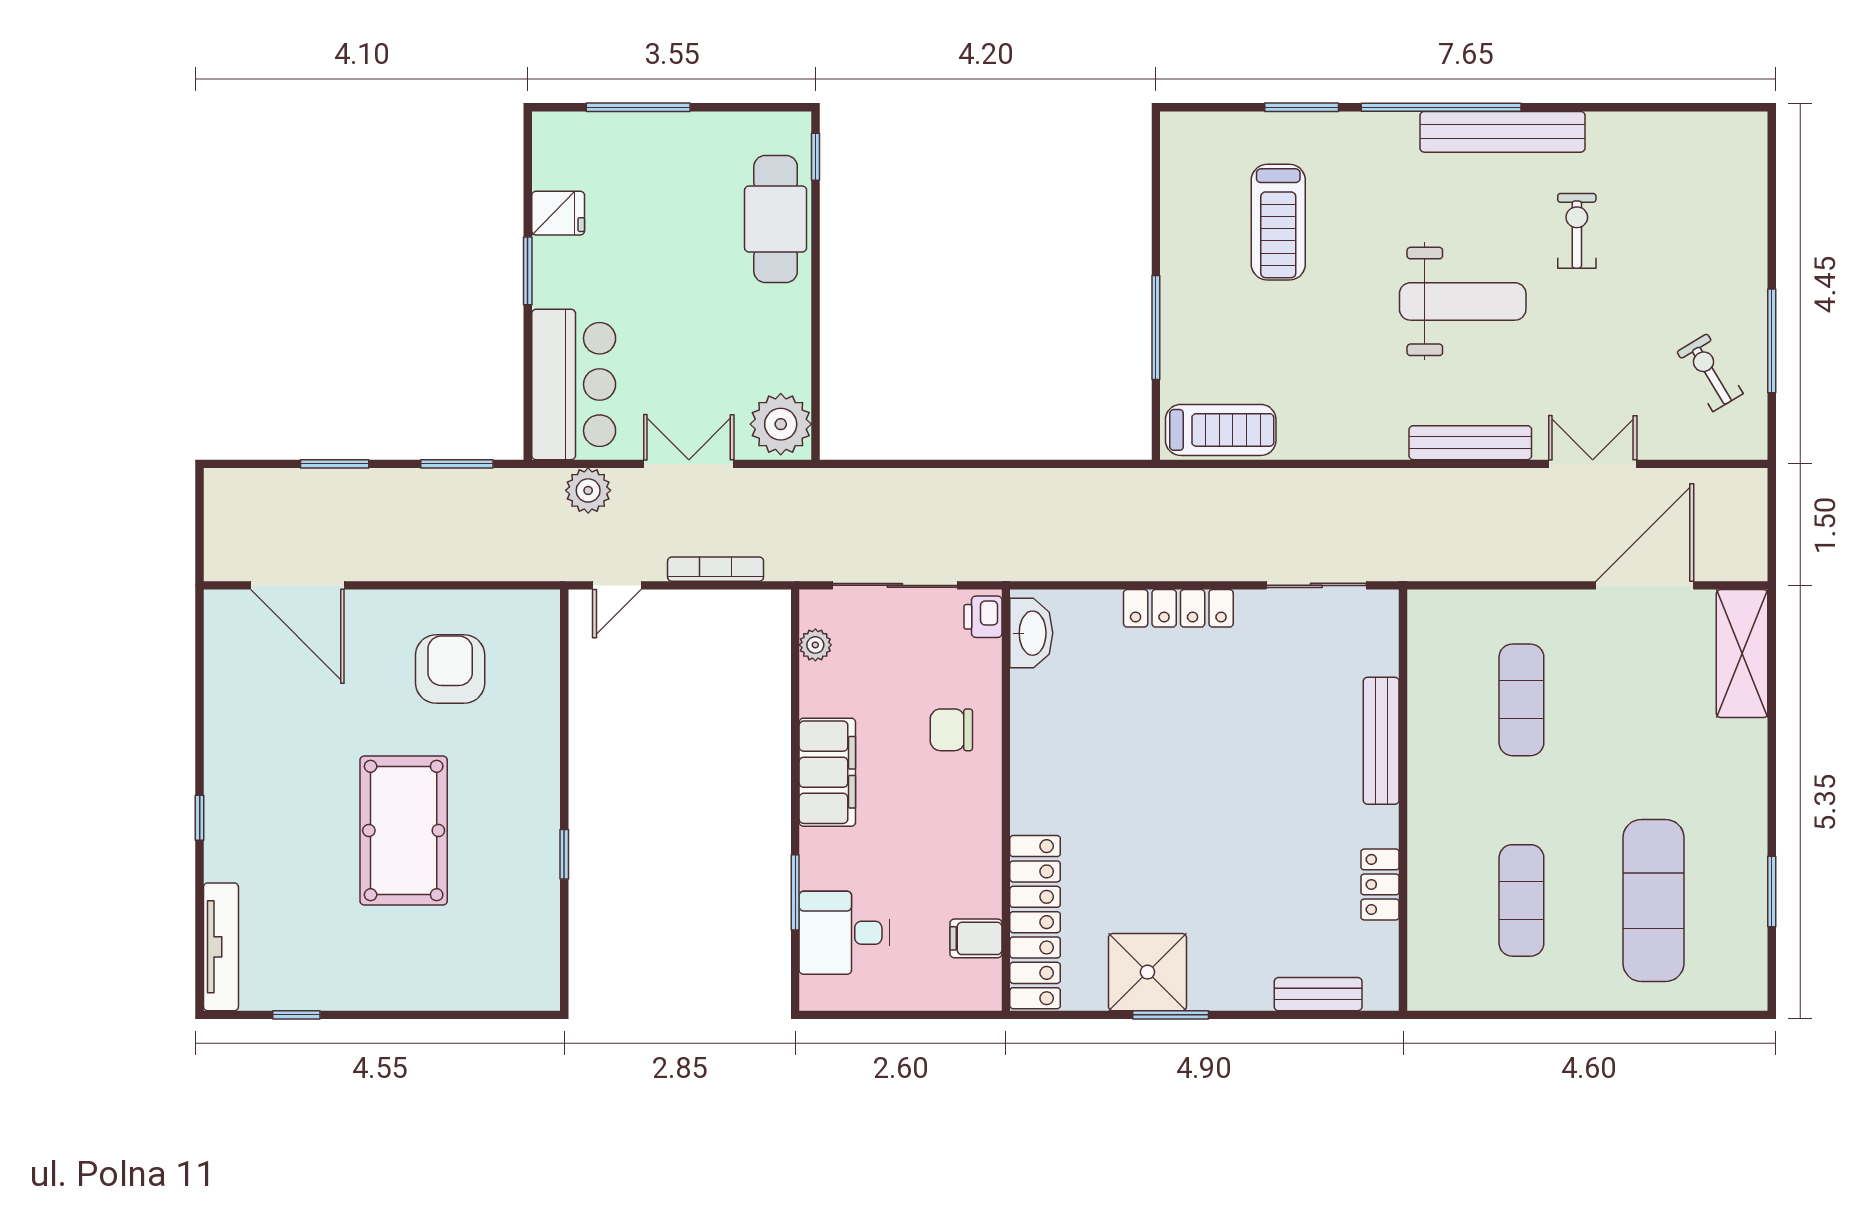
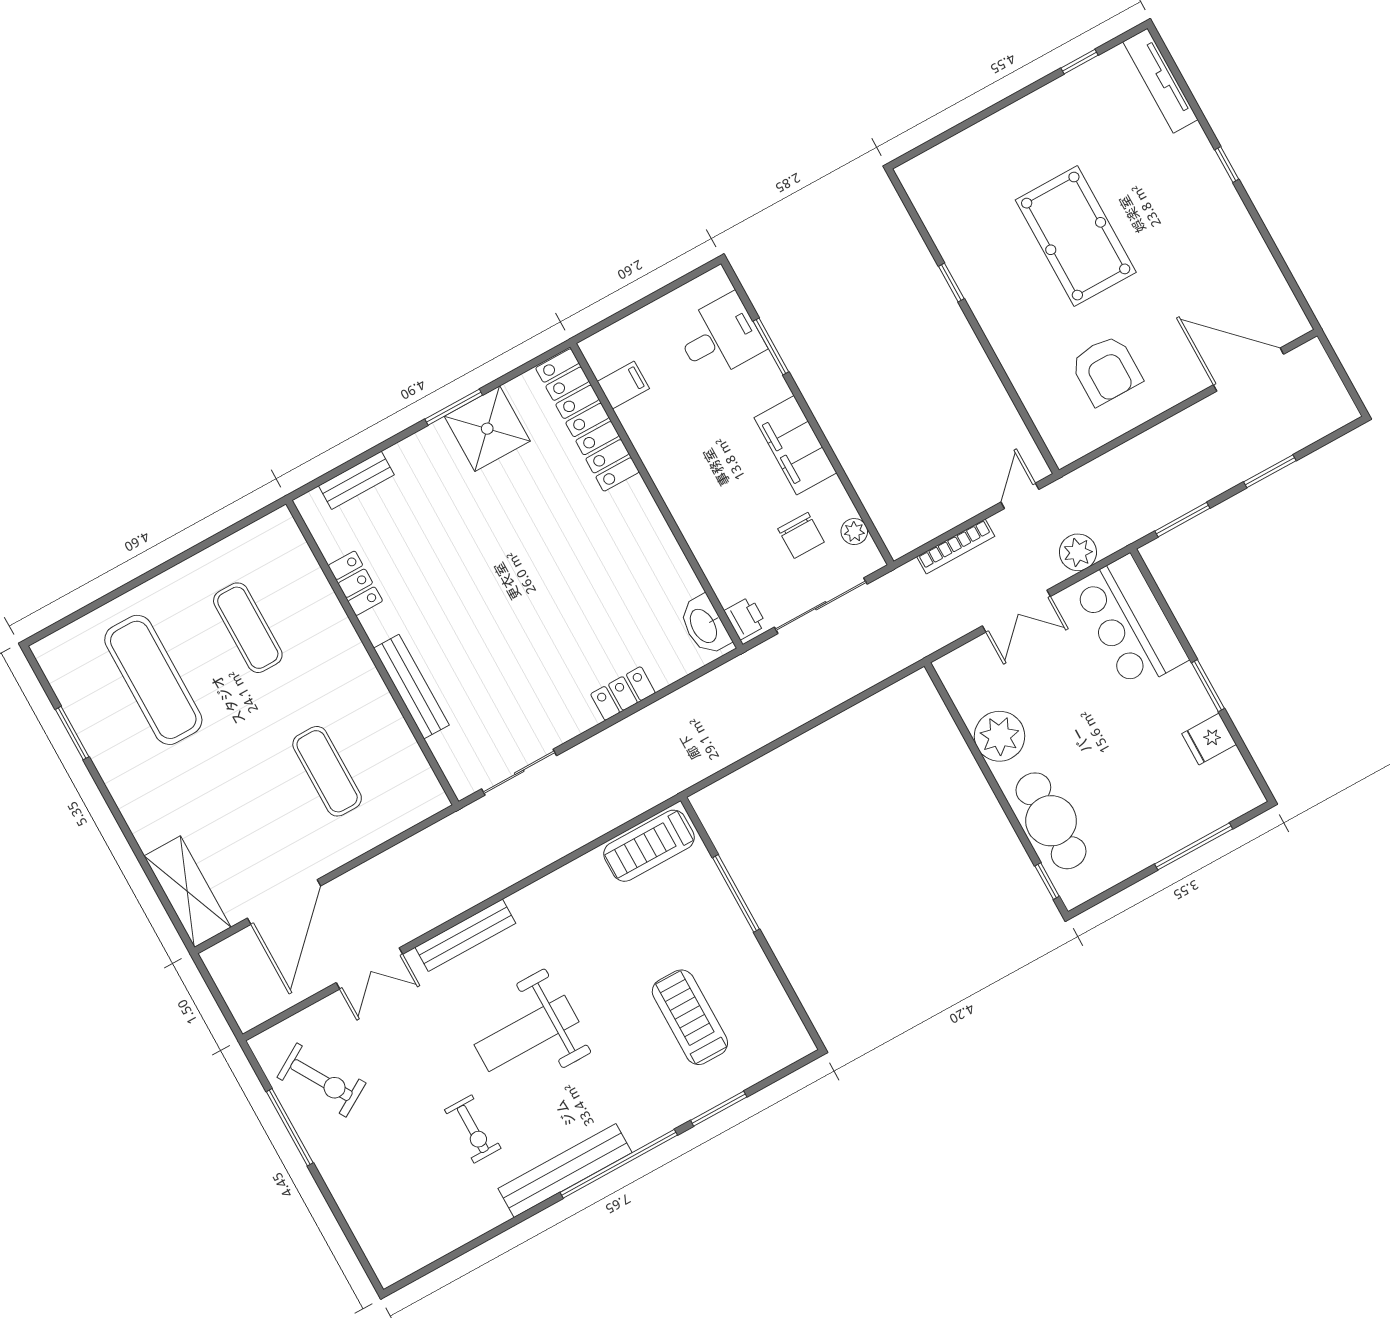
exercise bike: (1710, 373) -> (321, 1080), width x1.38, depth x1.39
plant: (781, 424) -> (1000, 736), moved
locker: (1178, 608) -> (623, 693), width x0.66
chair: (951, 730) -> (801, 535), moved, turned 90

